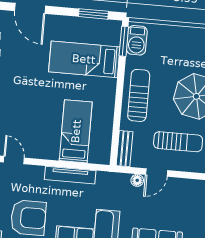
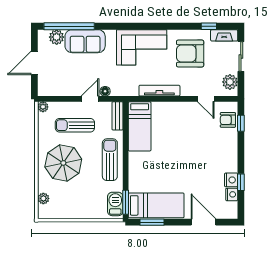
bed: (84, 59) -> (156, 205), moved
sun lounger: (139, 95) -> (110, 160), turned 180
bed: (76, 131) -> (140, 126), moved

